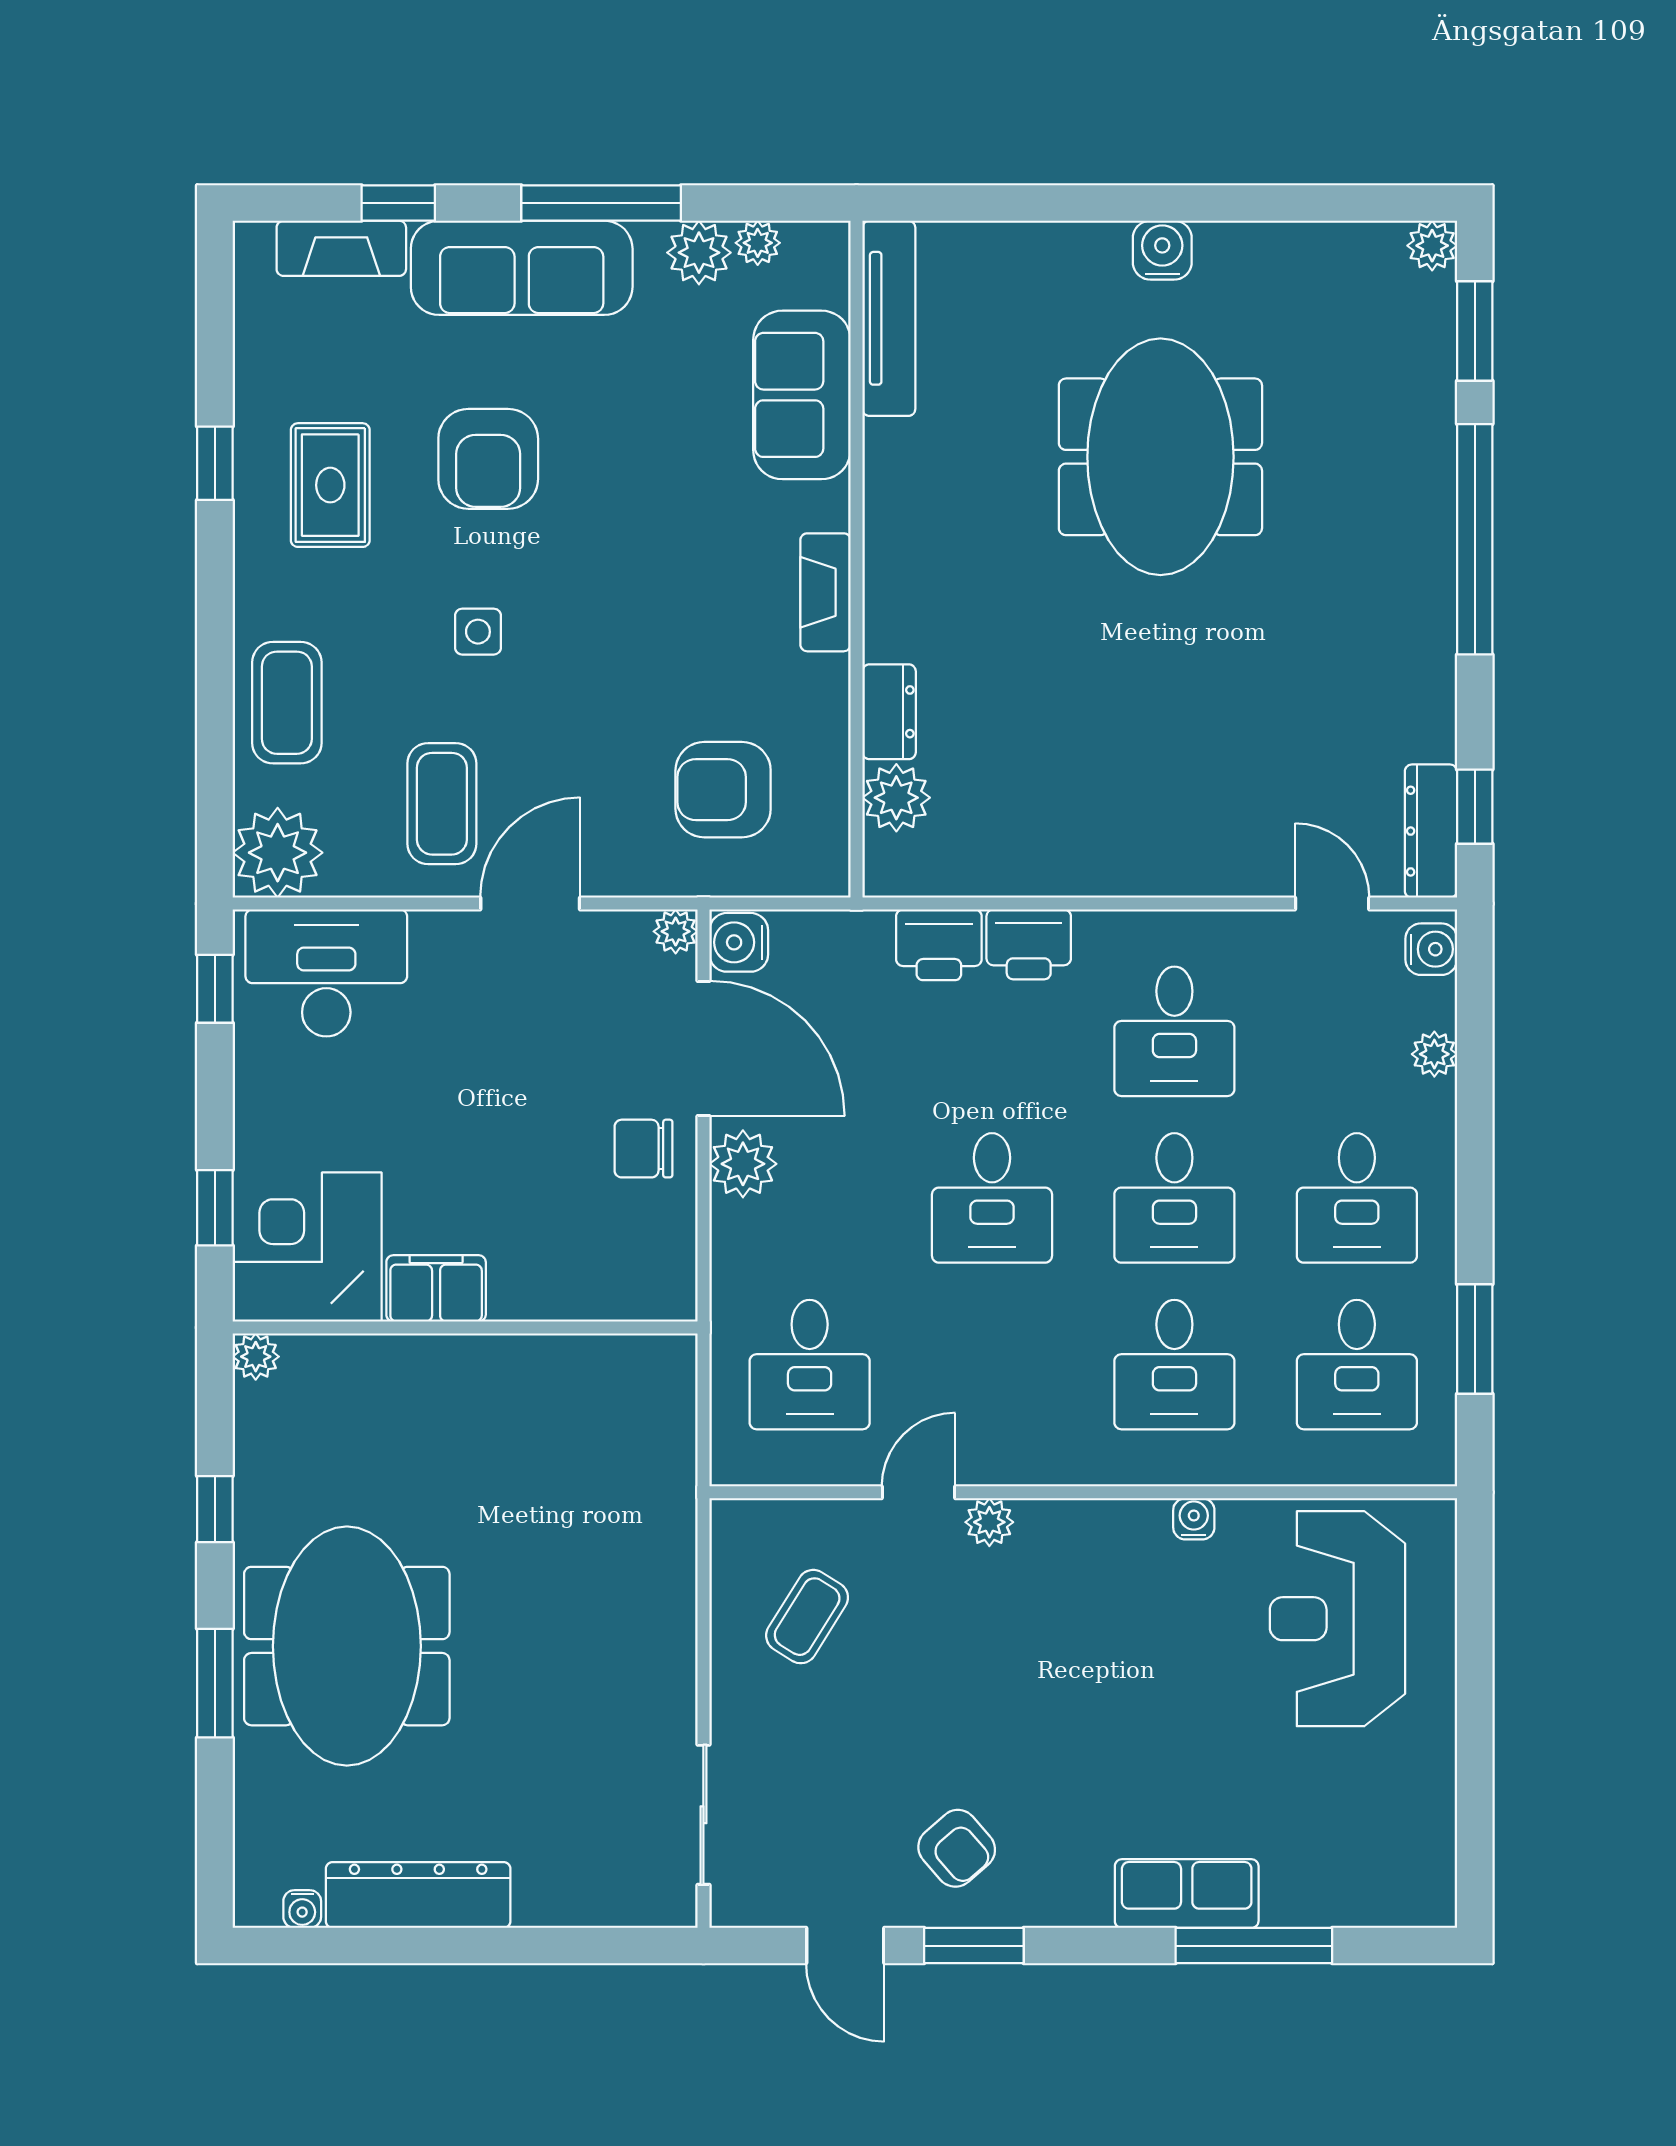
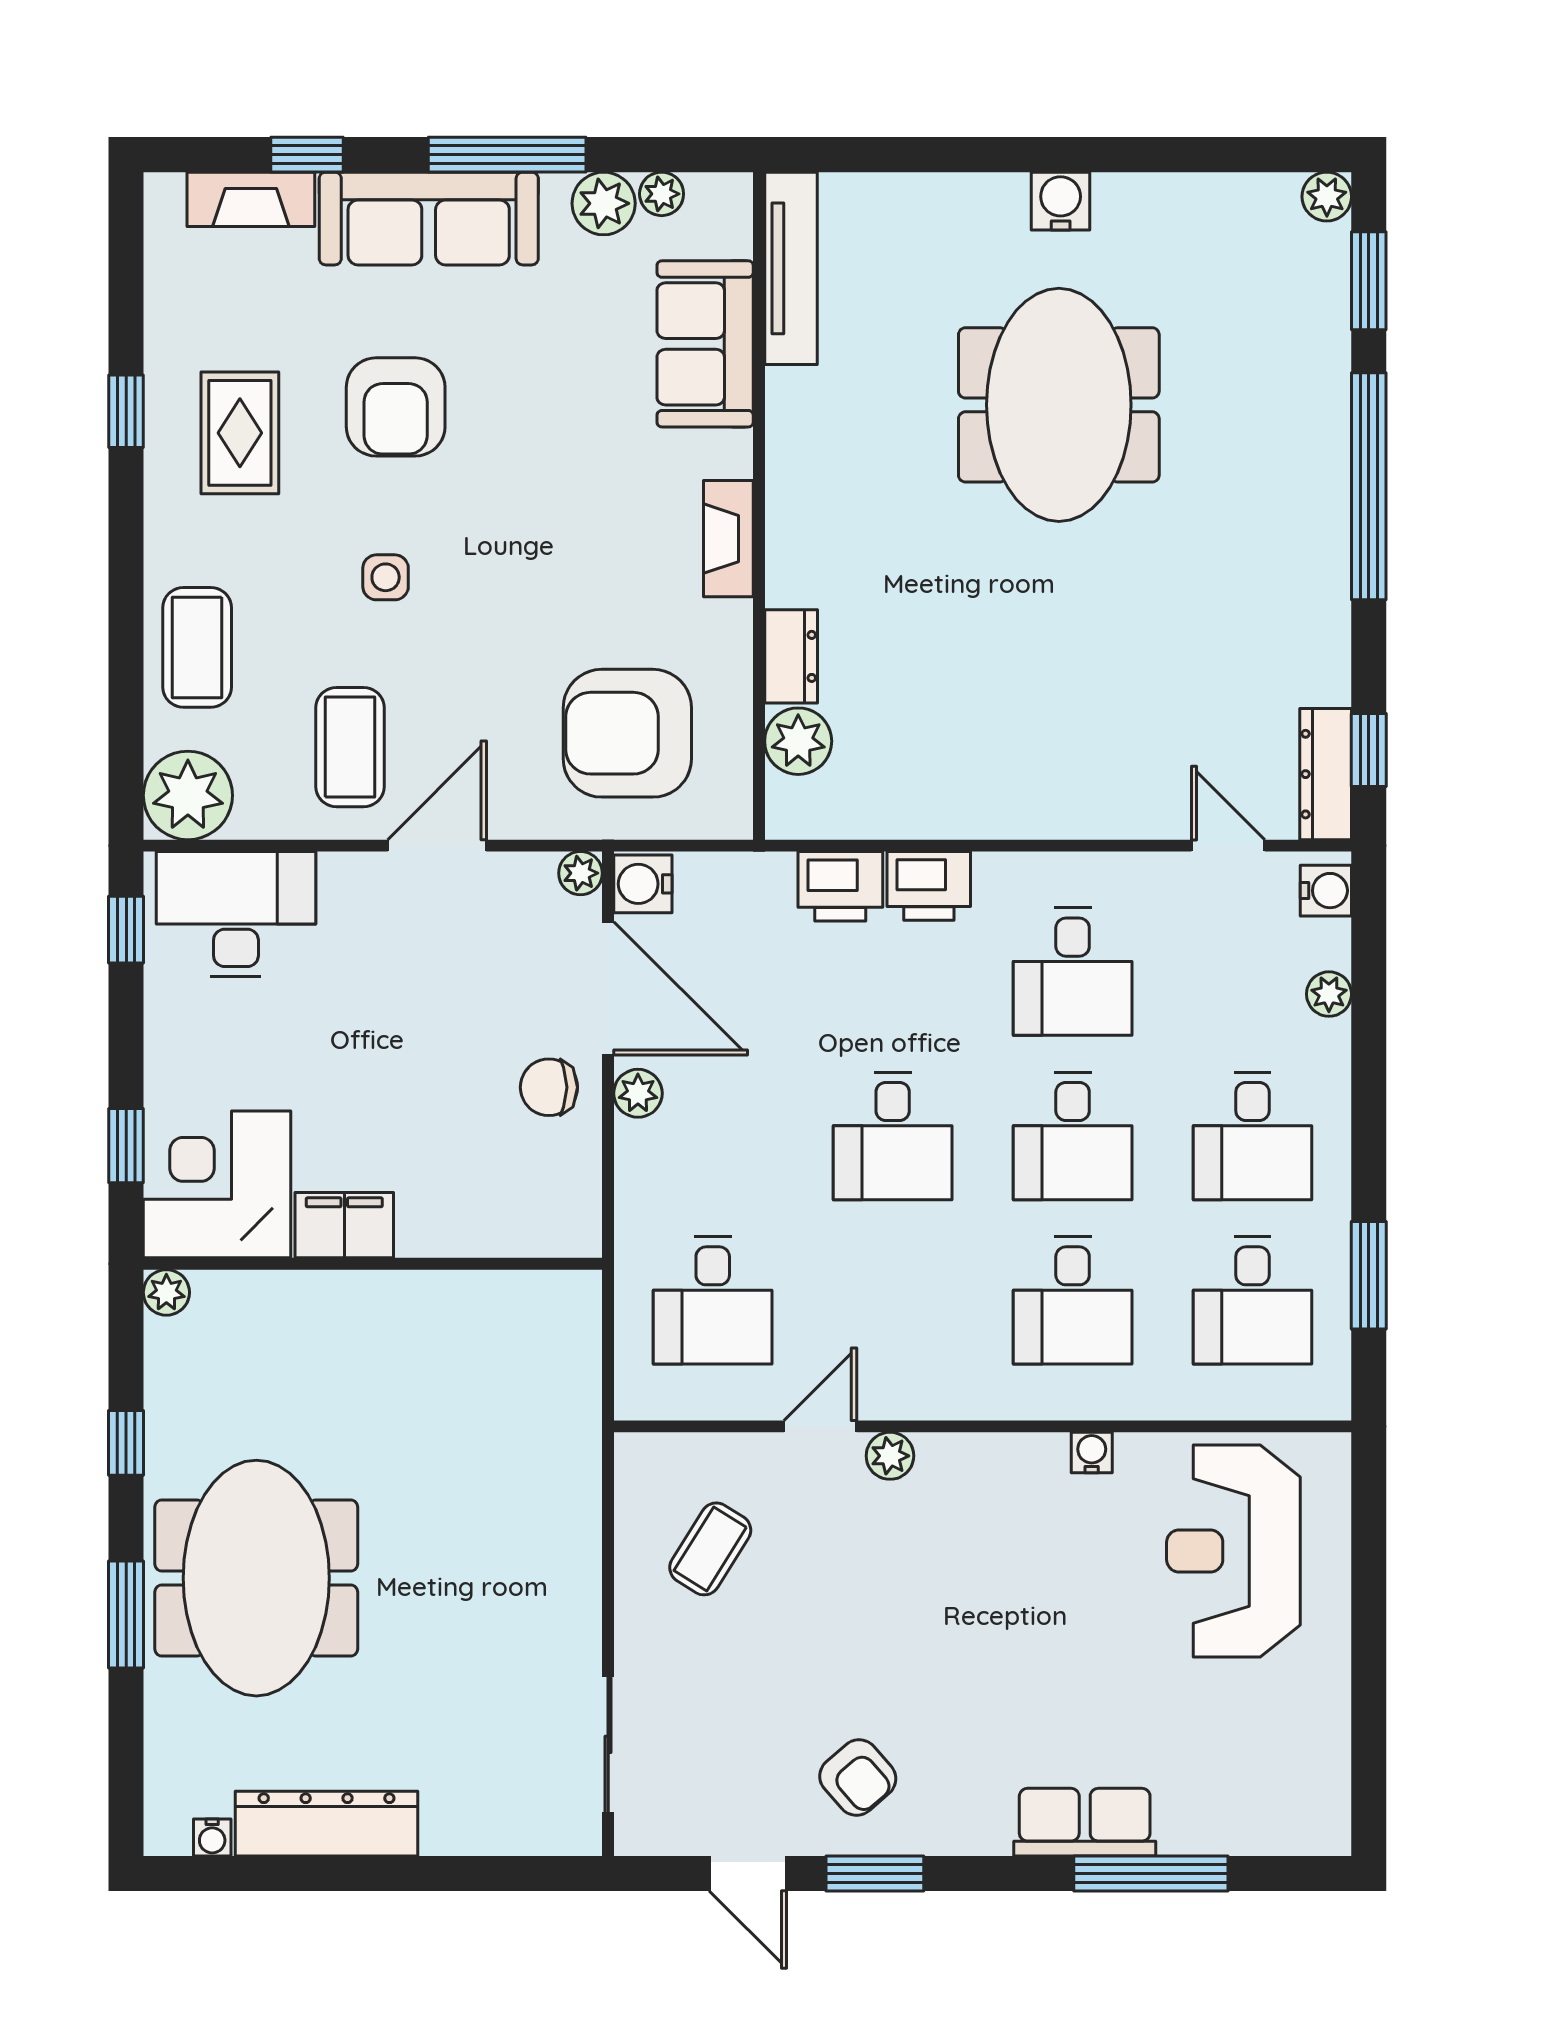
armchair: (723, 790) -> (627, 733), width x1.36, depth x1.36
plant: (743, 1164) -> (638, 1093), width x0.73, depth x0.73

